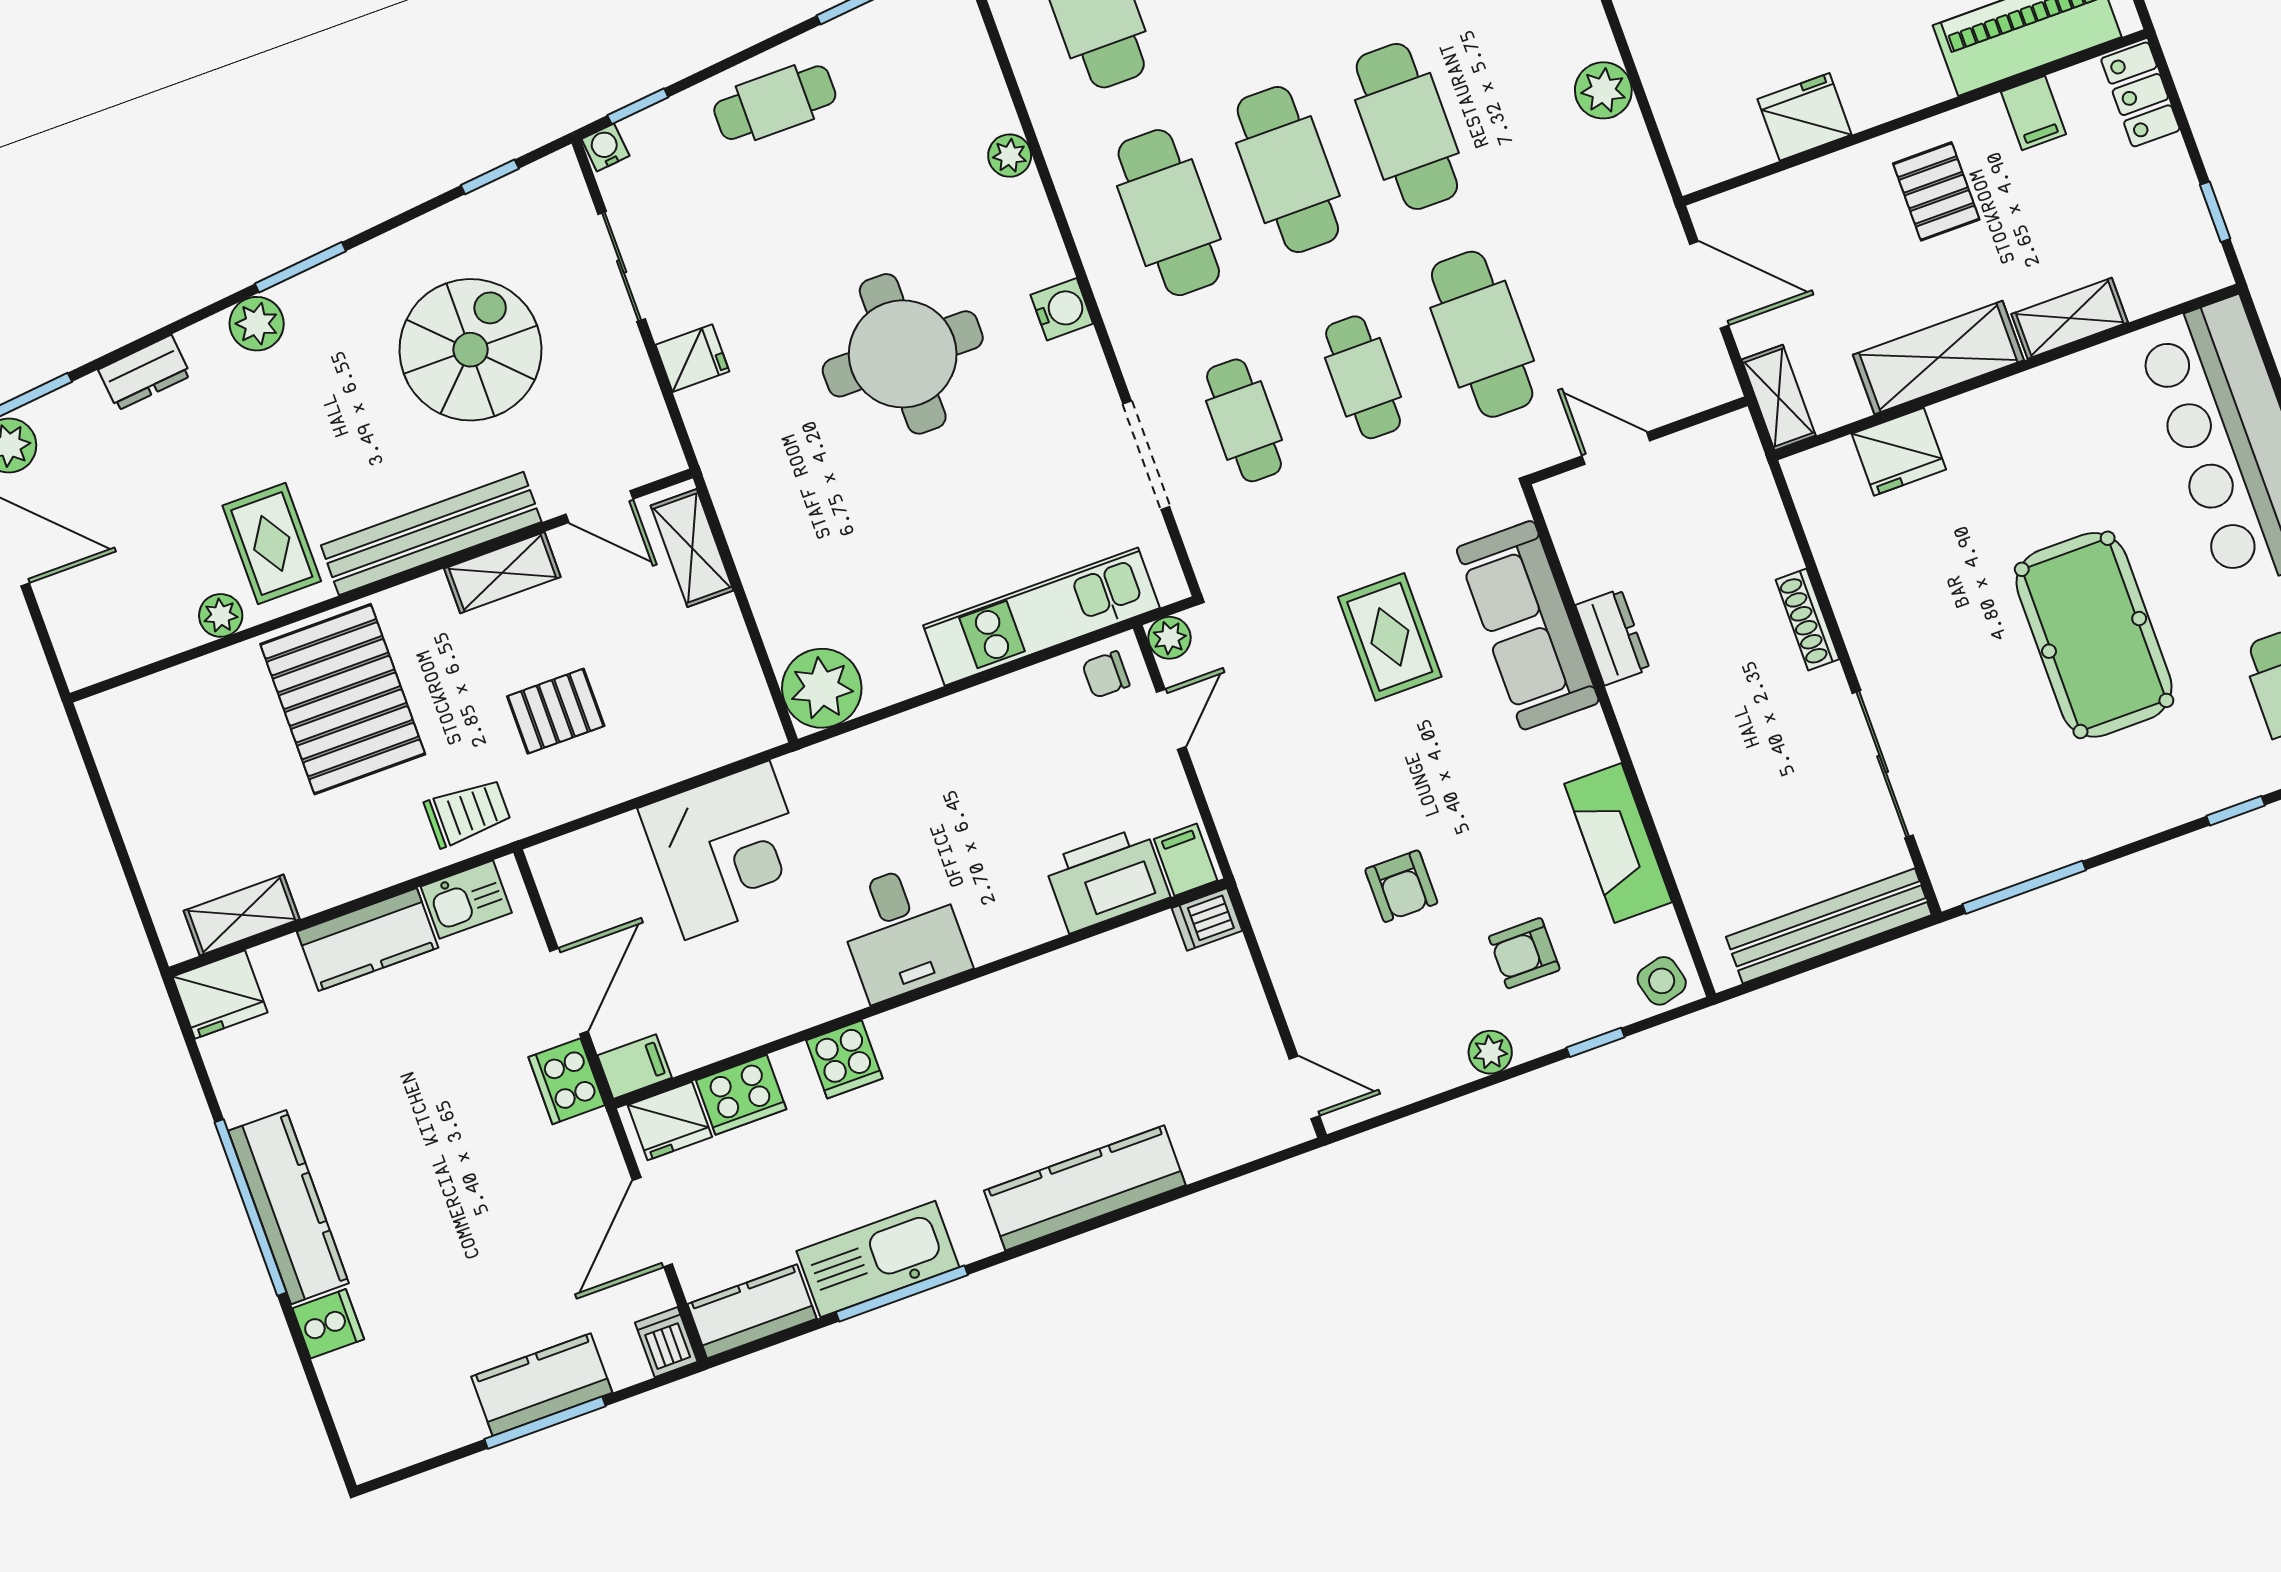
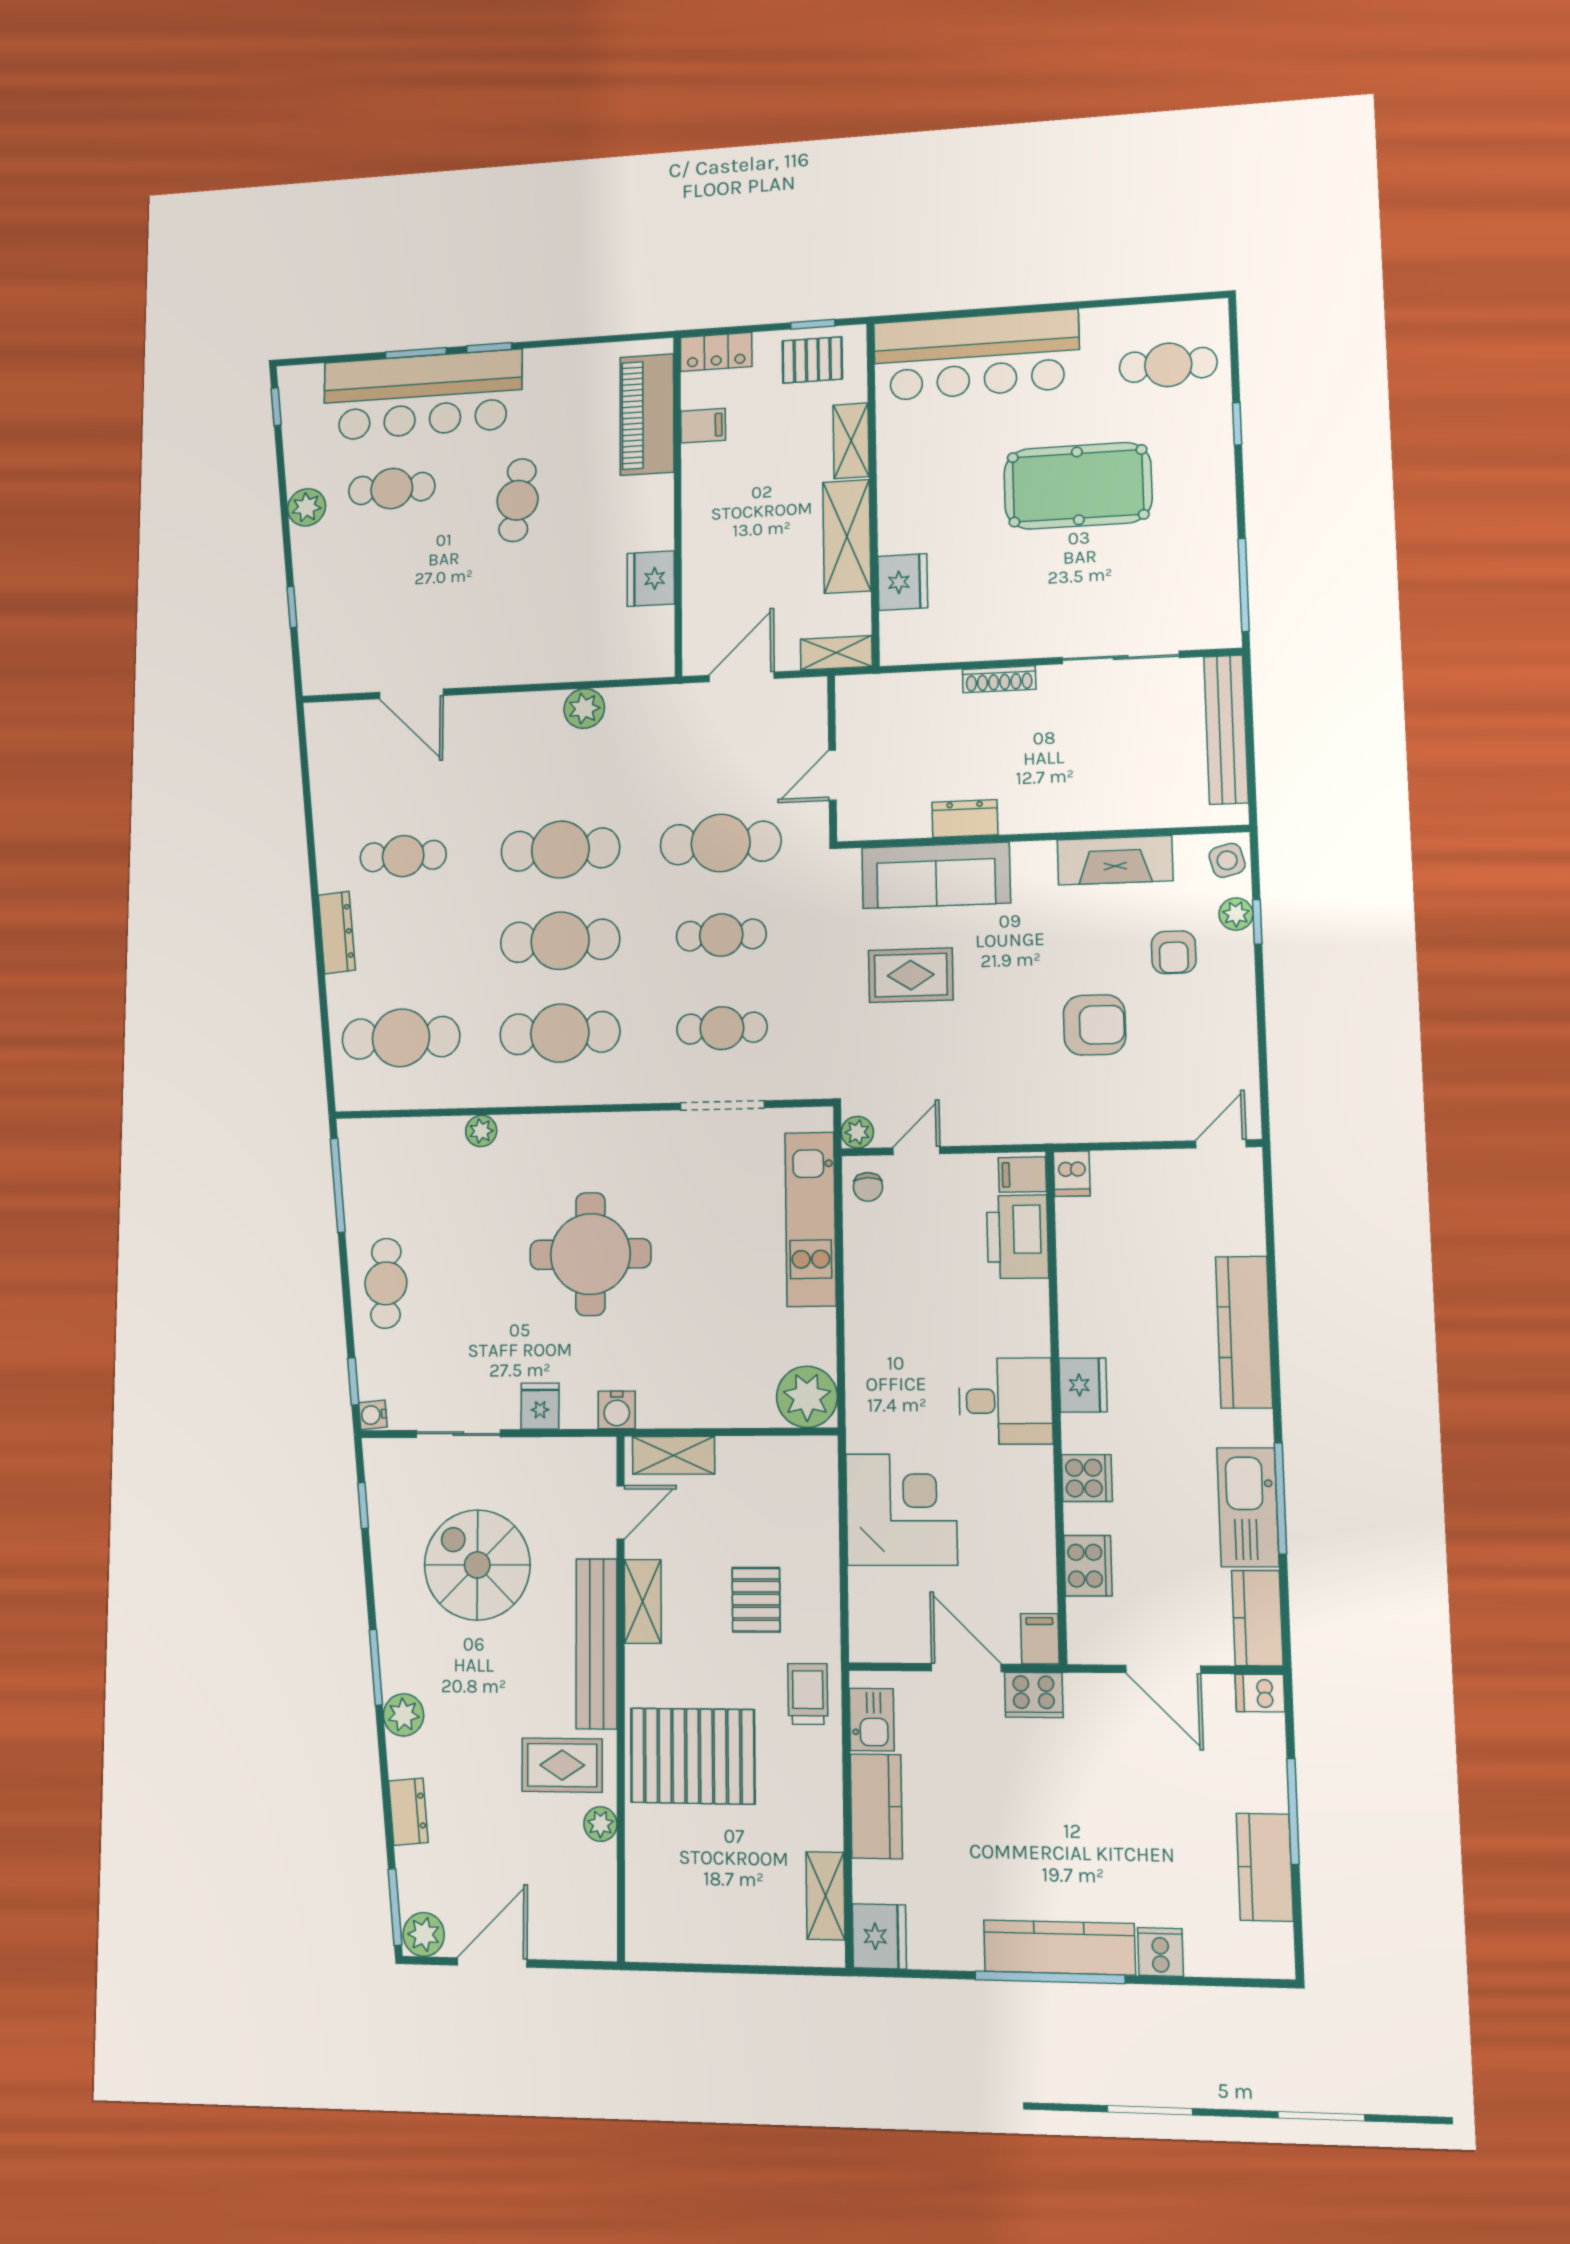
pallet: (1936, 191) -> (812, 360), moved
water cooler: (1062, 309) -> (617, 1410), moved, turned 180
door: (1171, 719) -> (916, 1151), hinge flipped
armchair: (1401, 886) -> (1095, 1025), width x1.38, depth x1.38
plant: (1490, 1052) -> (1236, 914), moved
fridge: (670, 1121) -> (1083, 1385), moved
kitchen counter: (542, 1385) -> (1265, 1867), moved

